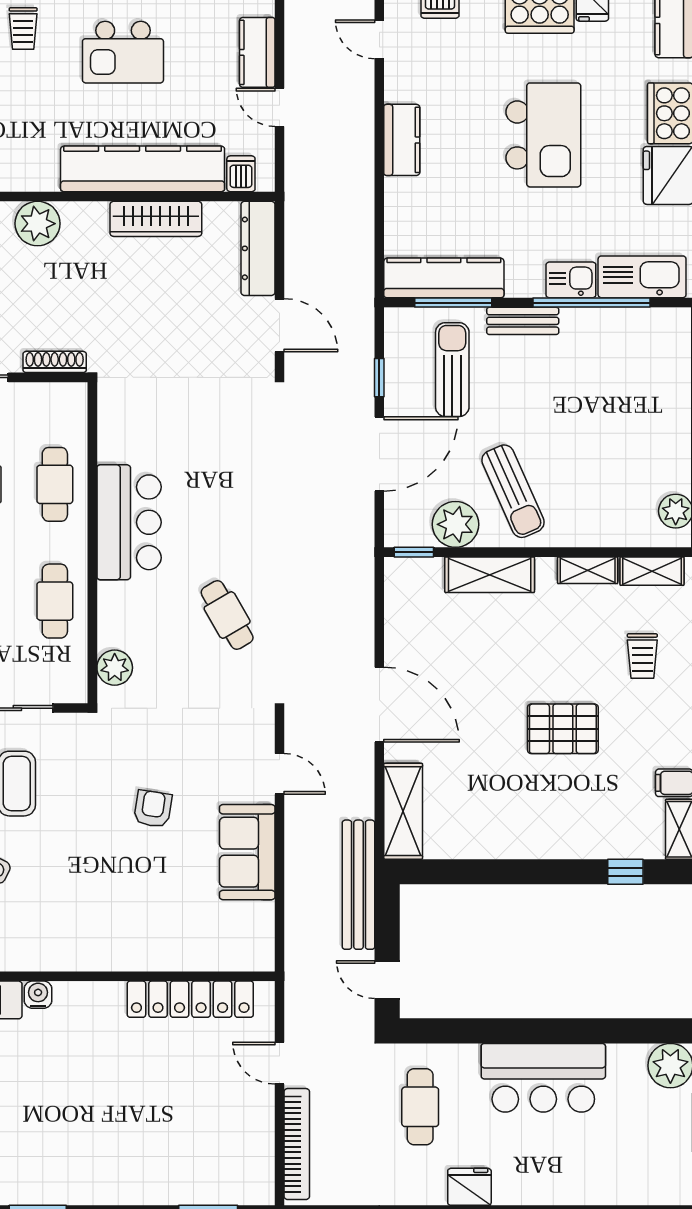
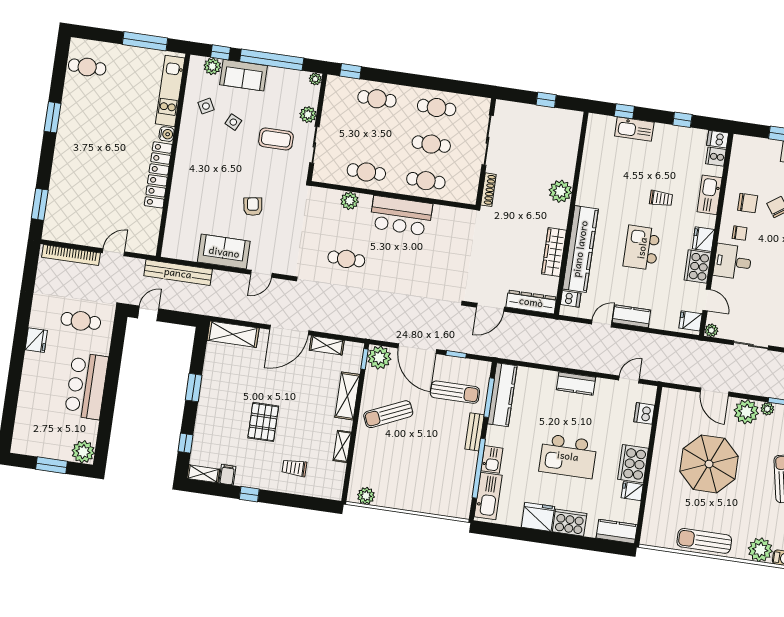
trolley: (23, 29) -> (661, 198), turned 180
plant: (455, 524) -> (379, 358), moved
shelving: (652, 571) -> (327, 345), moved, turned 90
cafe table: (227, 615) -> (346, 259), turned 30
plant: (115, 668) -> (350, 201), moved
armchair: (153, 809) -> (253, 207), turned -108
window: (516, 872) -> (194, 388), added
bench: (358, 885) -> (178, 273), moved
locker: (190, 999) -> (158, 175), moved

